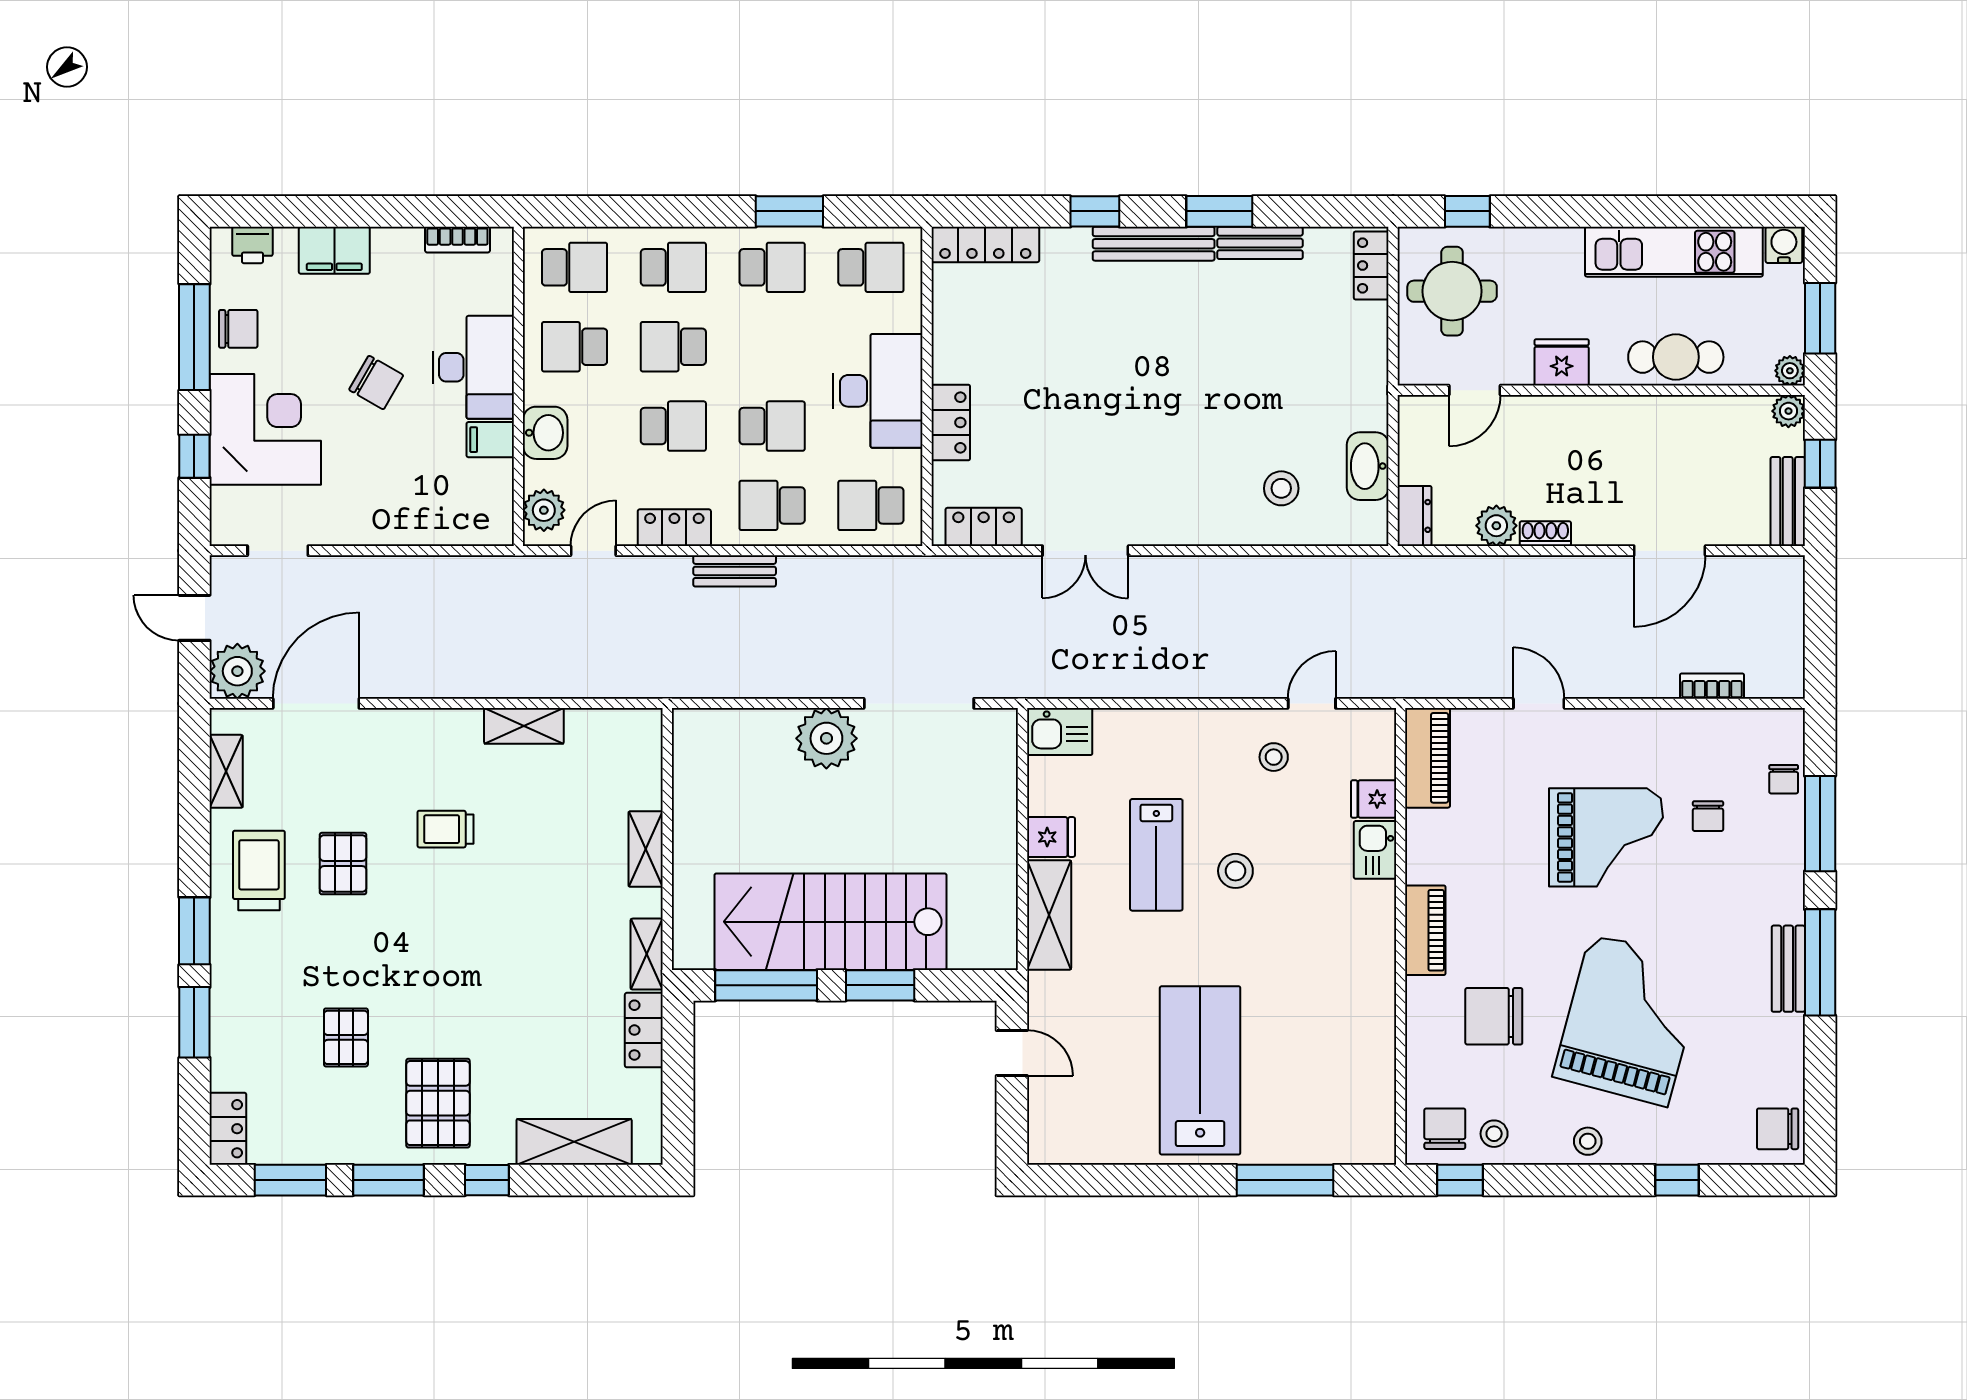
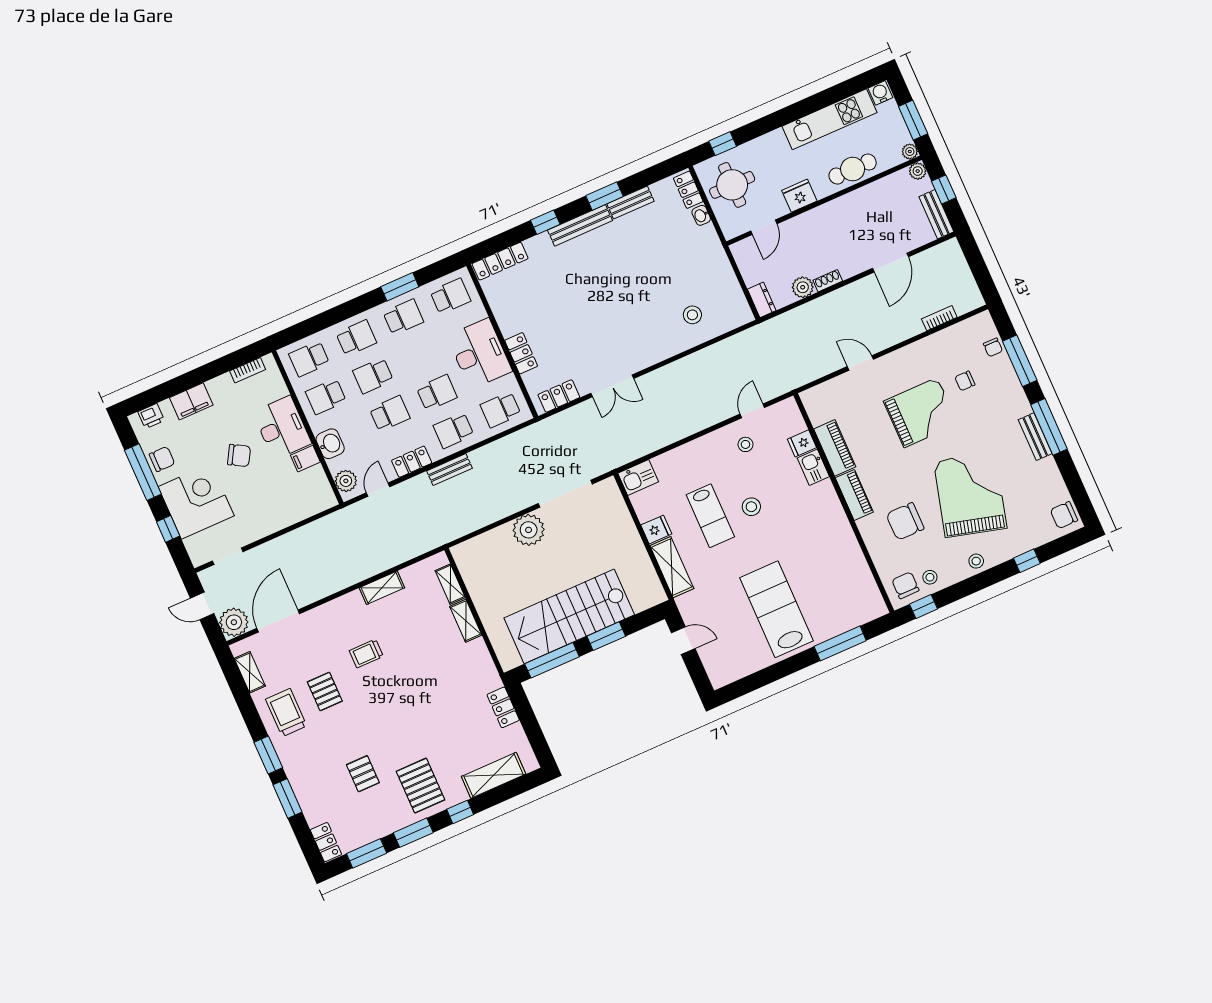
school desk: (575, 267) -> (309, 359), turned 180
washbasin: (1368, 466) -> (701, 215), moved, width x0.52, depth x0.69
piano: (1428, 758) -> (835, 448), moved
chair: (1708, 816) -> (965, 381), turned 90
shelving: (647, 954) -> (450, 584), moved

